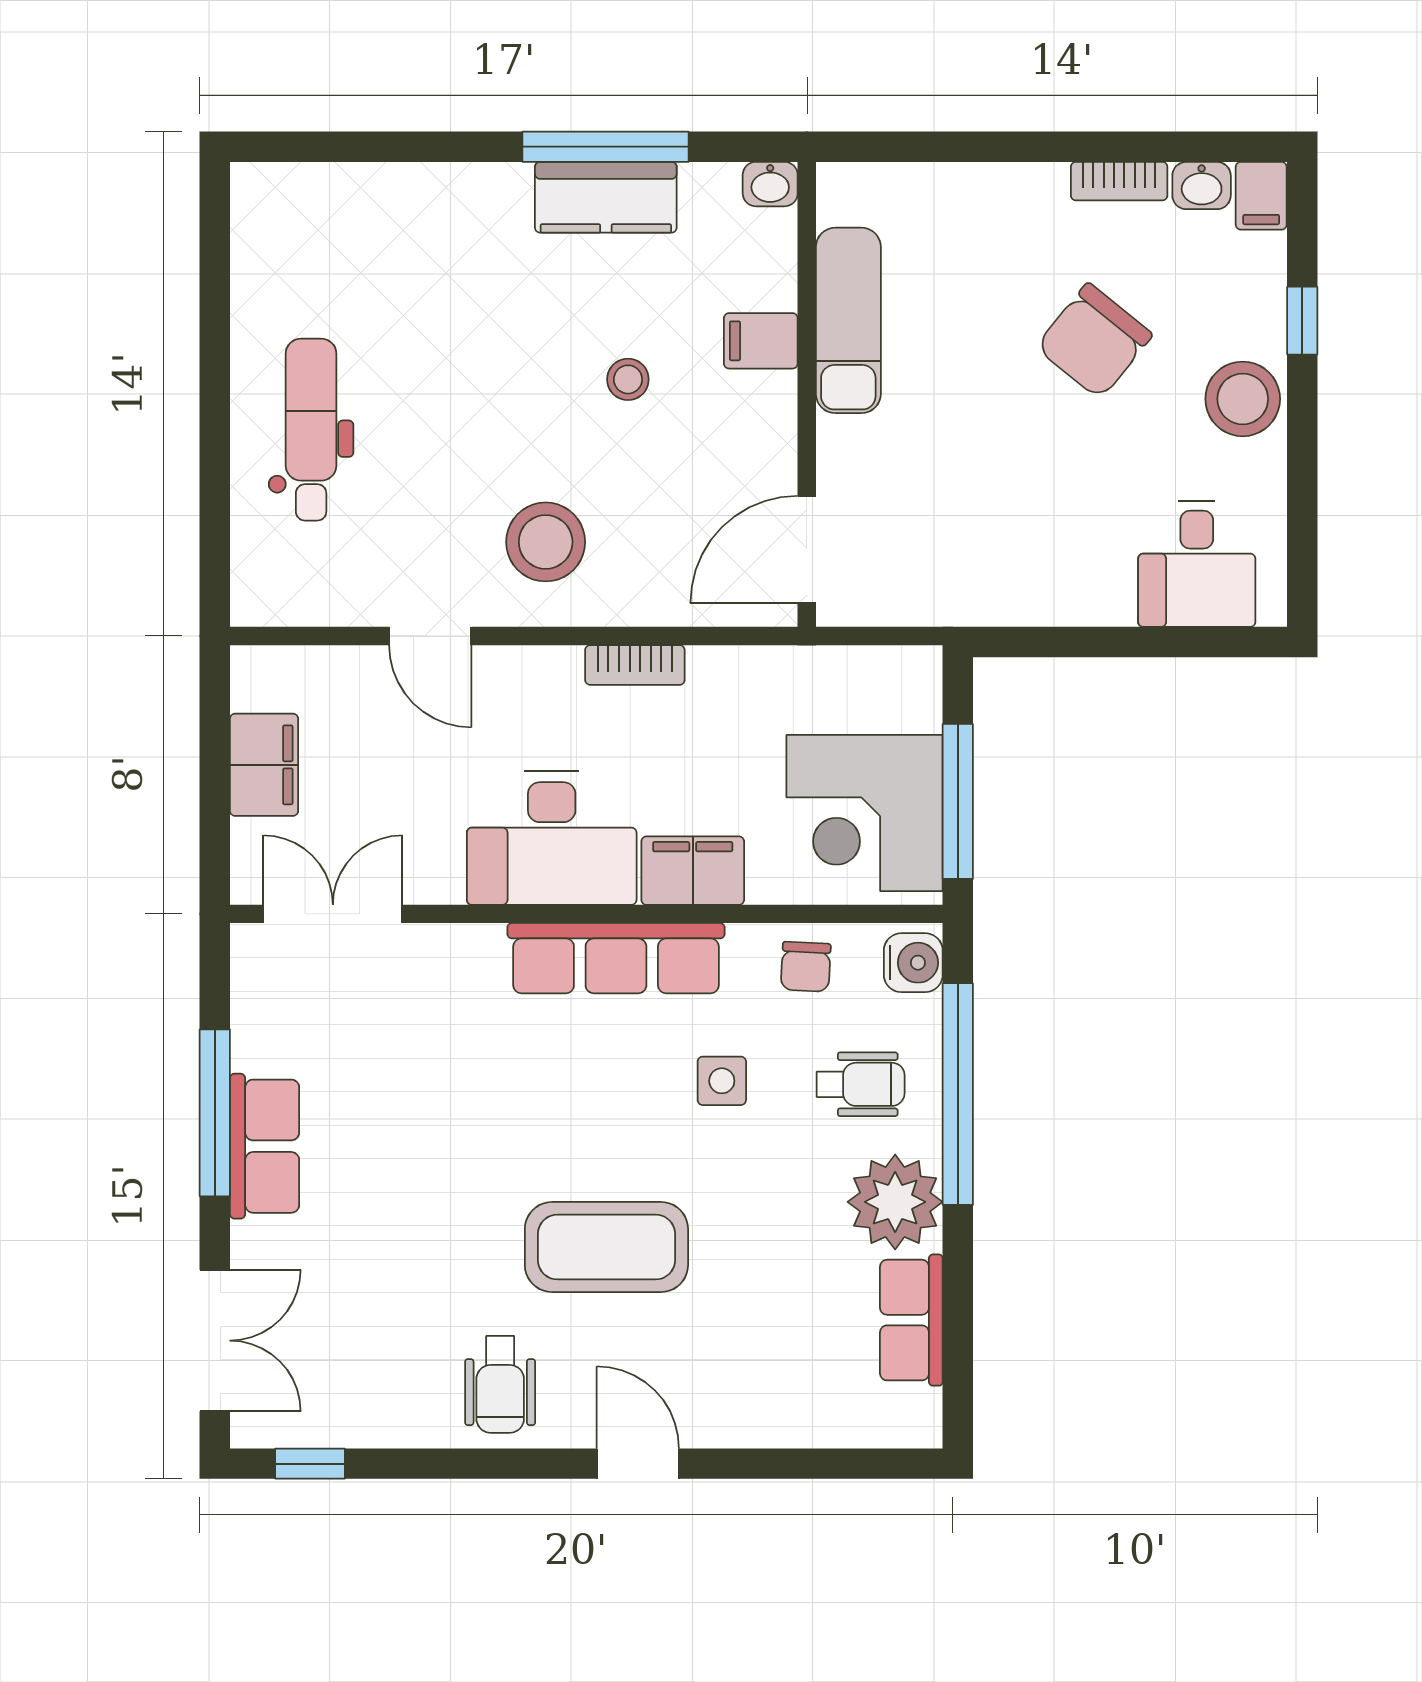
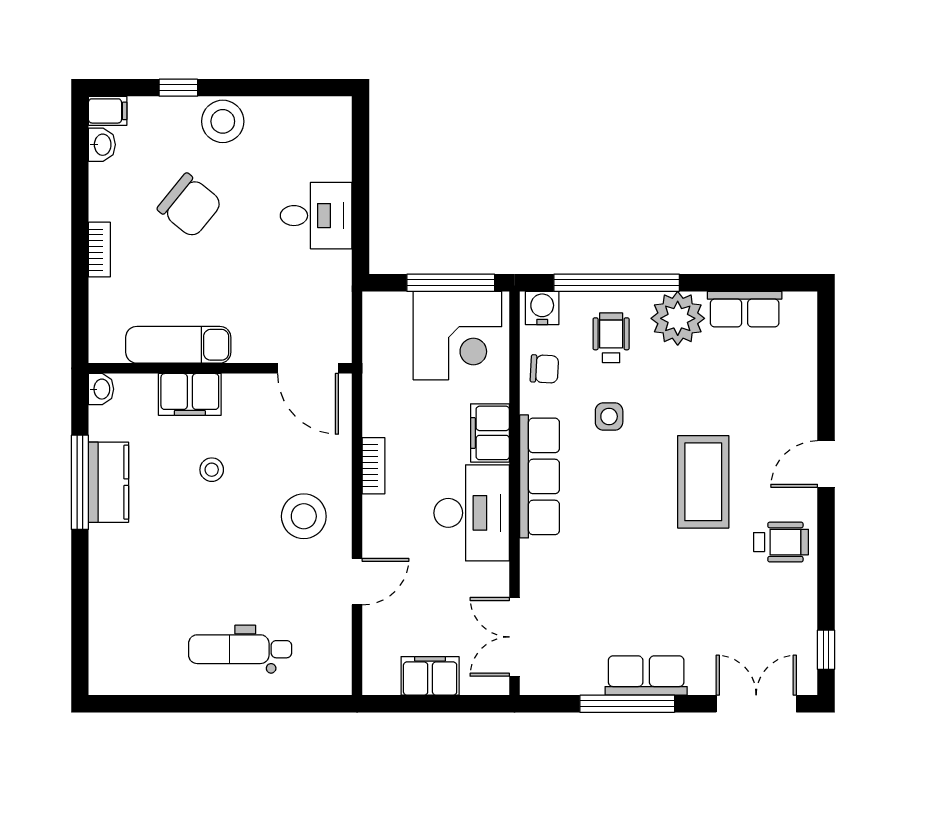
bookcase: (1119, 181) -> (99, 250), moved
filing cabinet: (761, 341) -> (190, 394), width x2.00
desk: (1197, 564) -> (316, 216), moved

